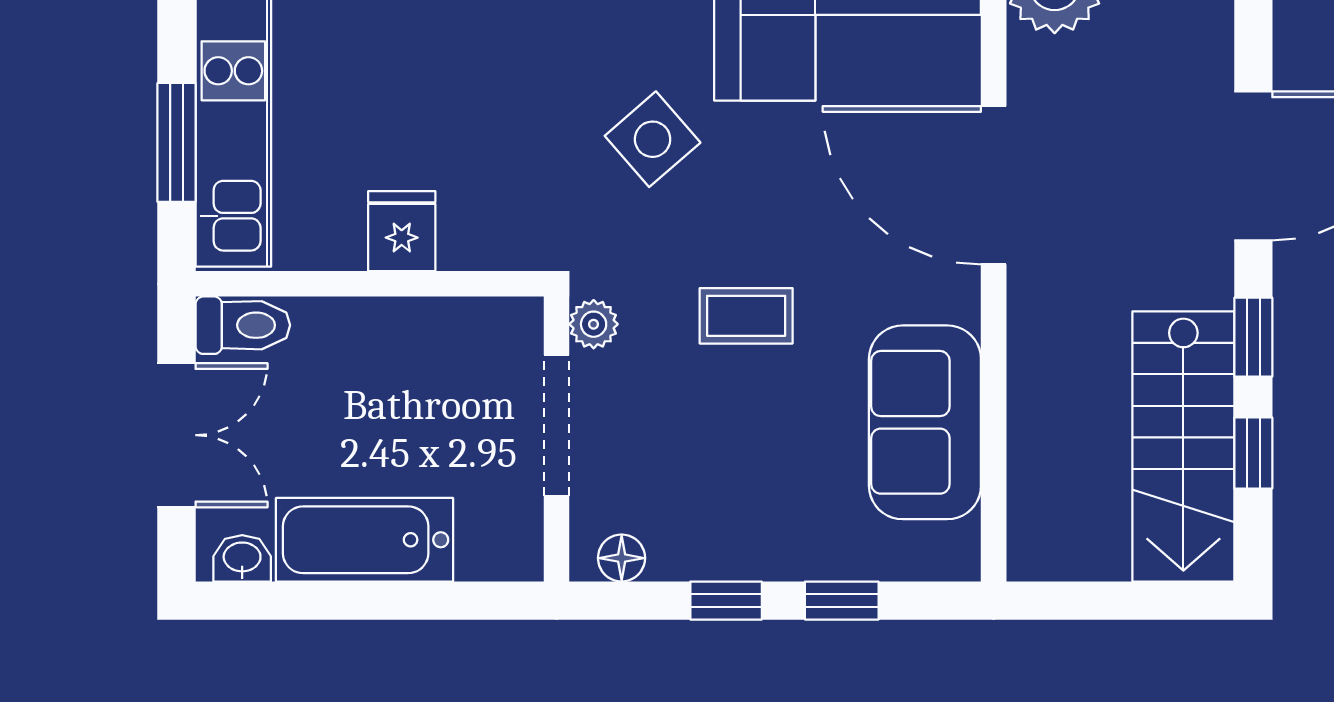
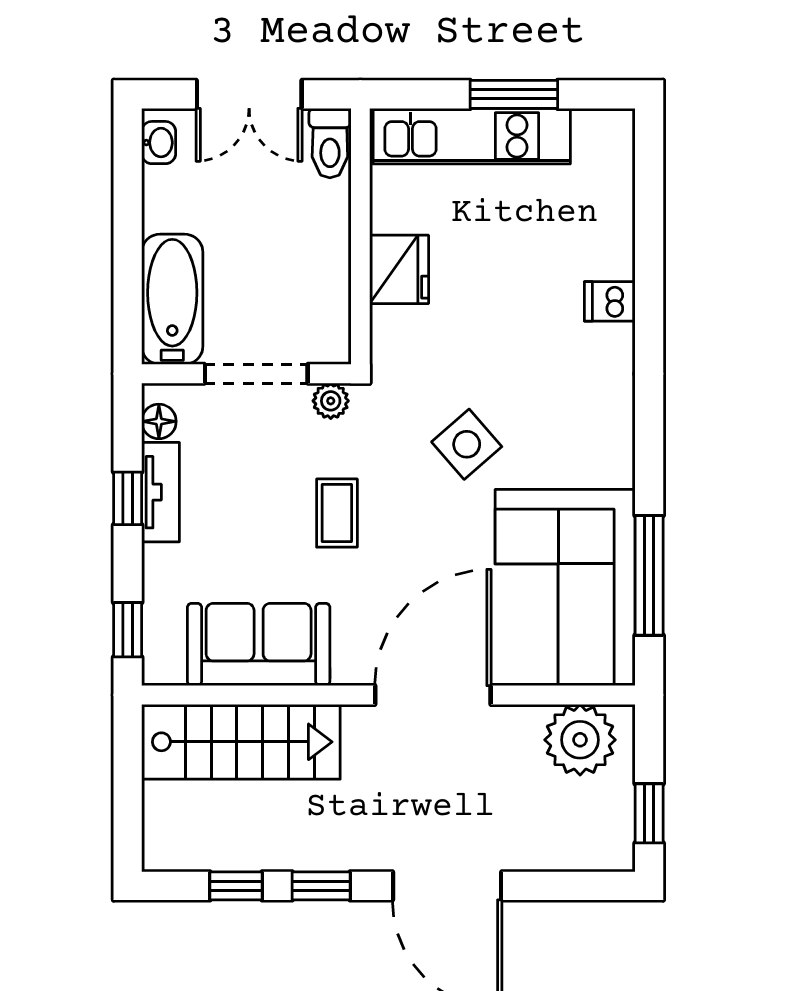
window: (177, 142) -> (514, 94), moved
fridge: (402, 231) -> (399, 269), width x1.38
stairs: (1183, 446) -> (241, 742), moved, turned 180
bathtub: (365, 540) -> (172, 299), moved
tv unit: (718, 556) -> (161, 492), added
window: (842, 601) -> (128, 630), moved

